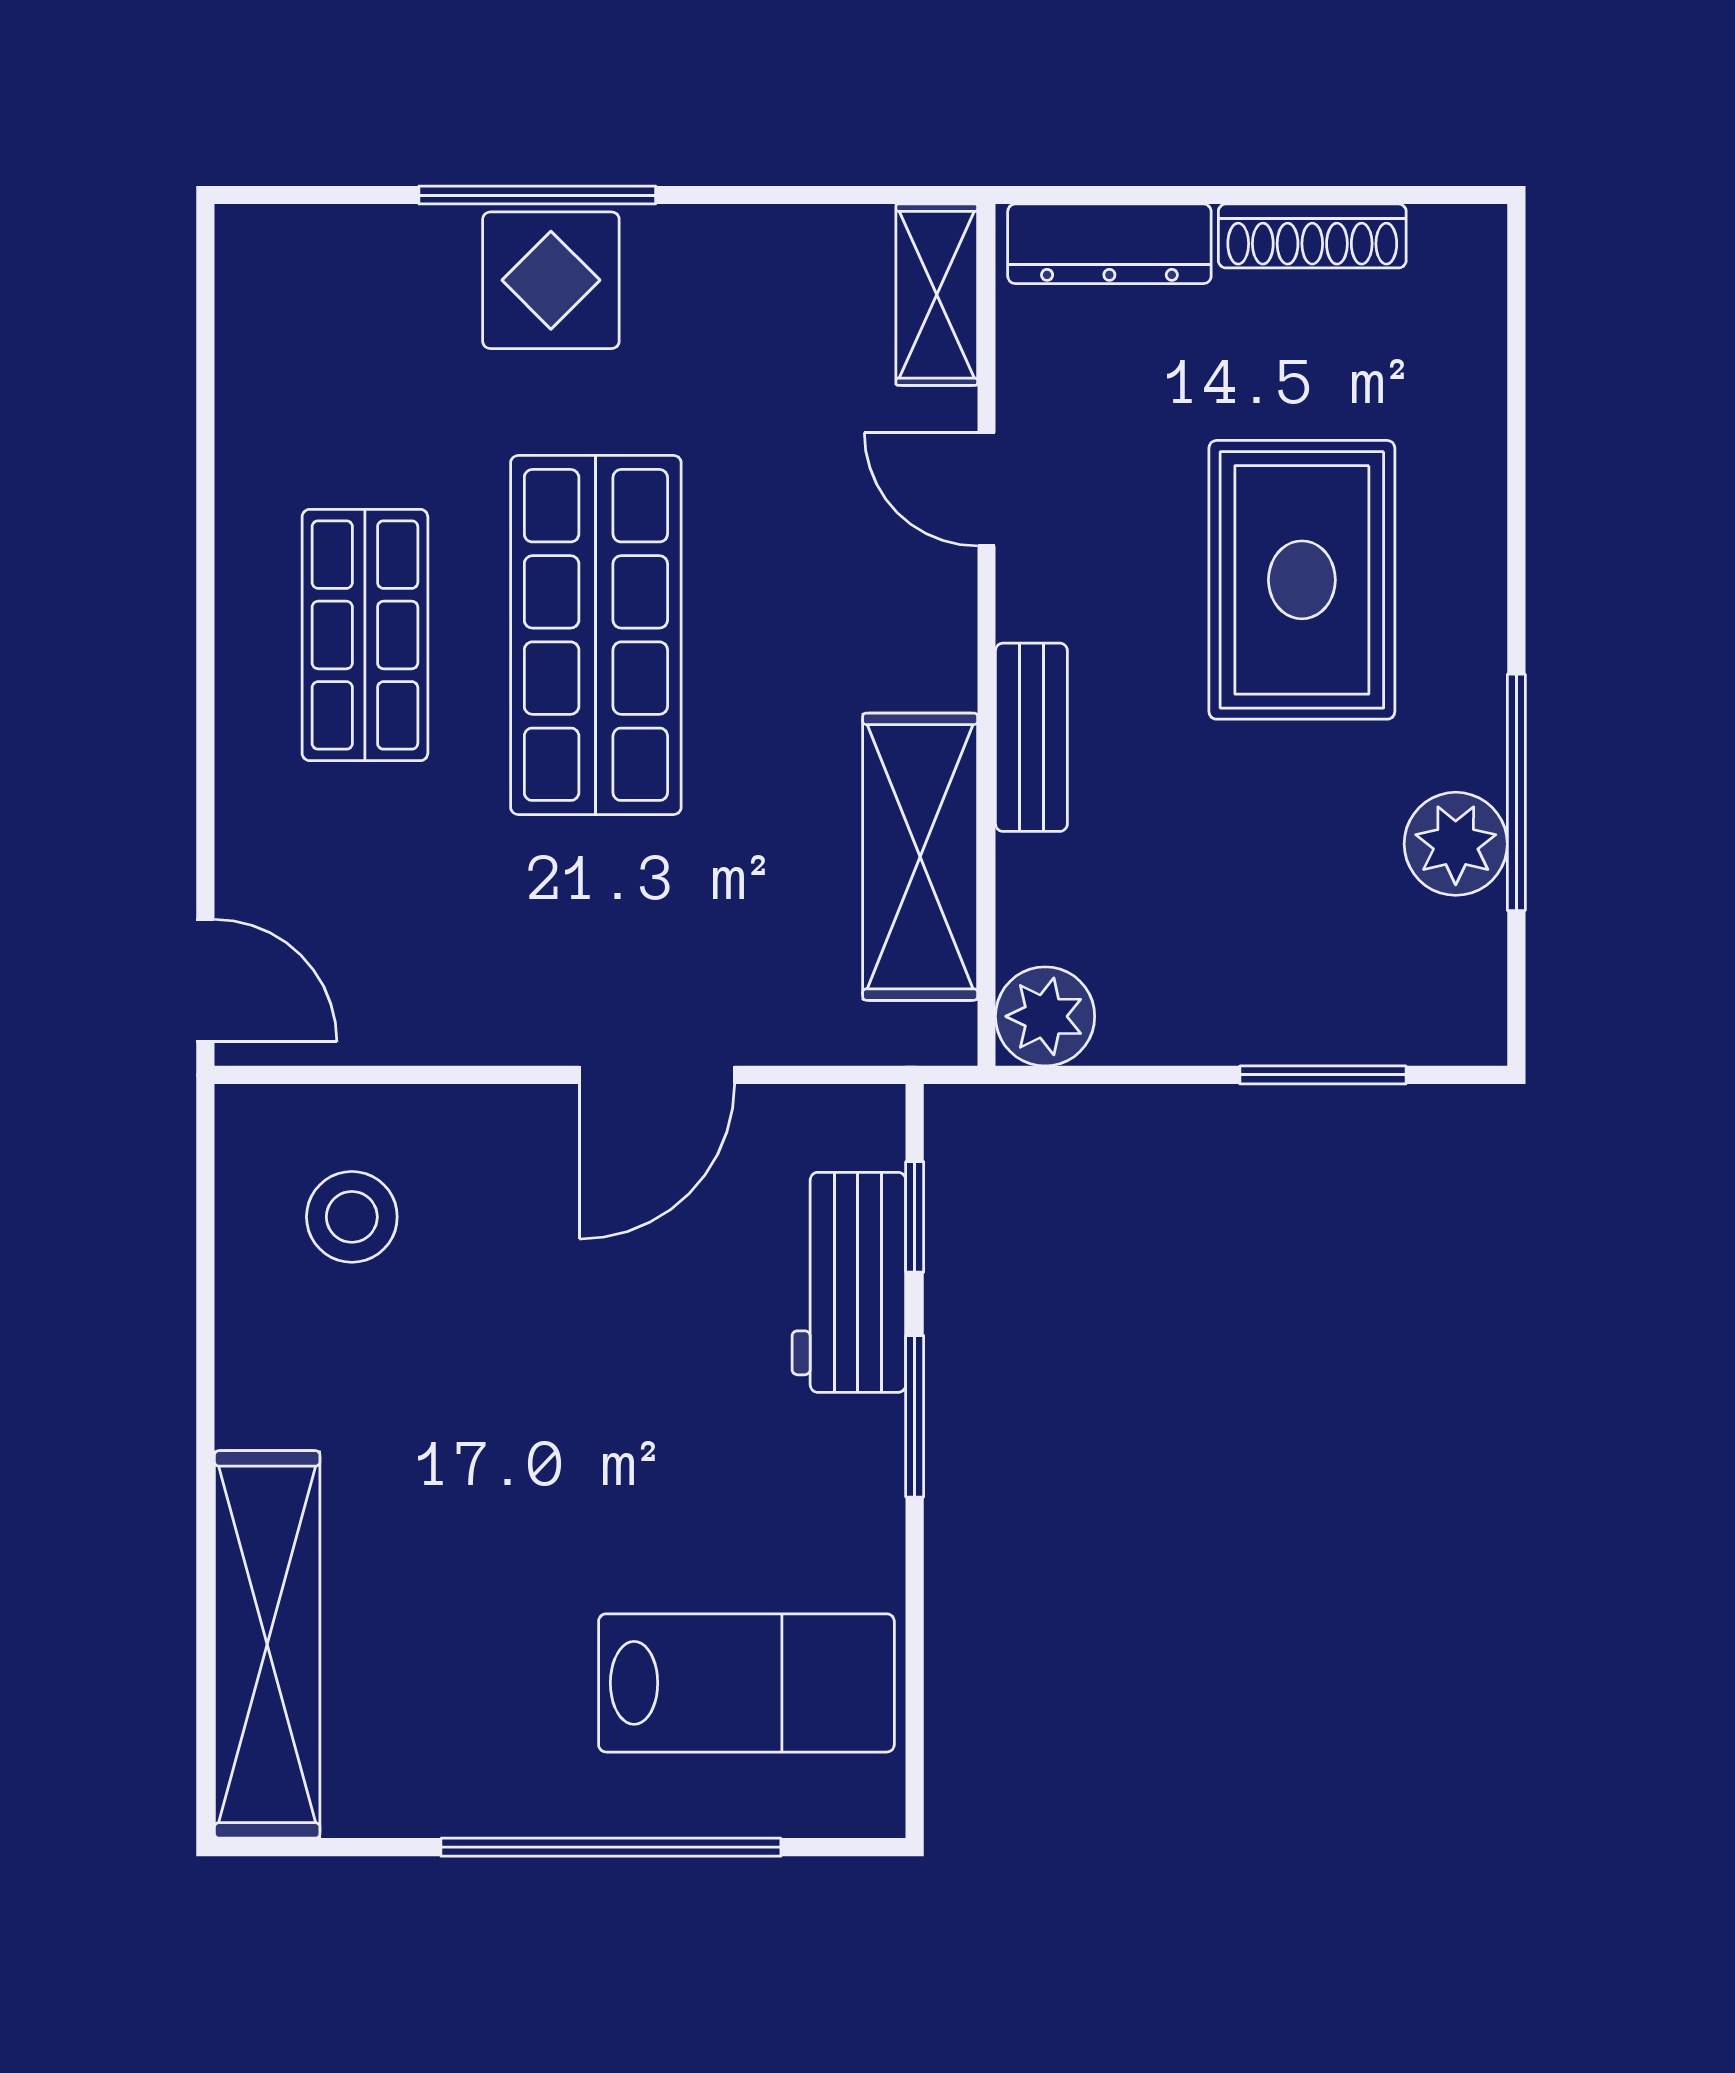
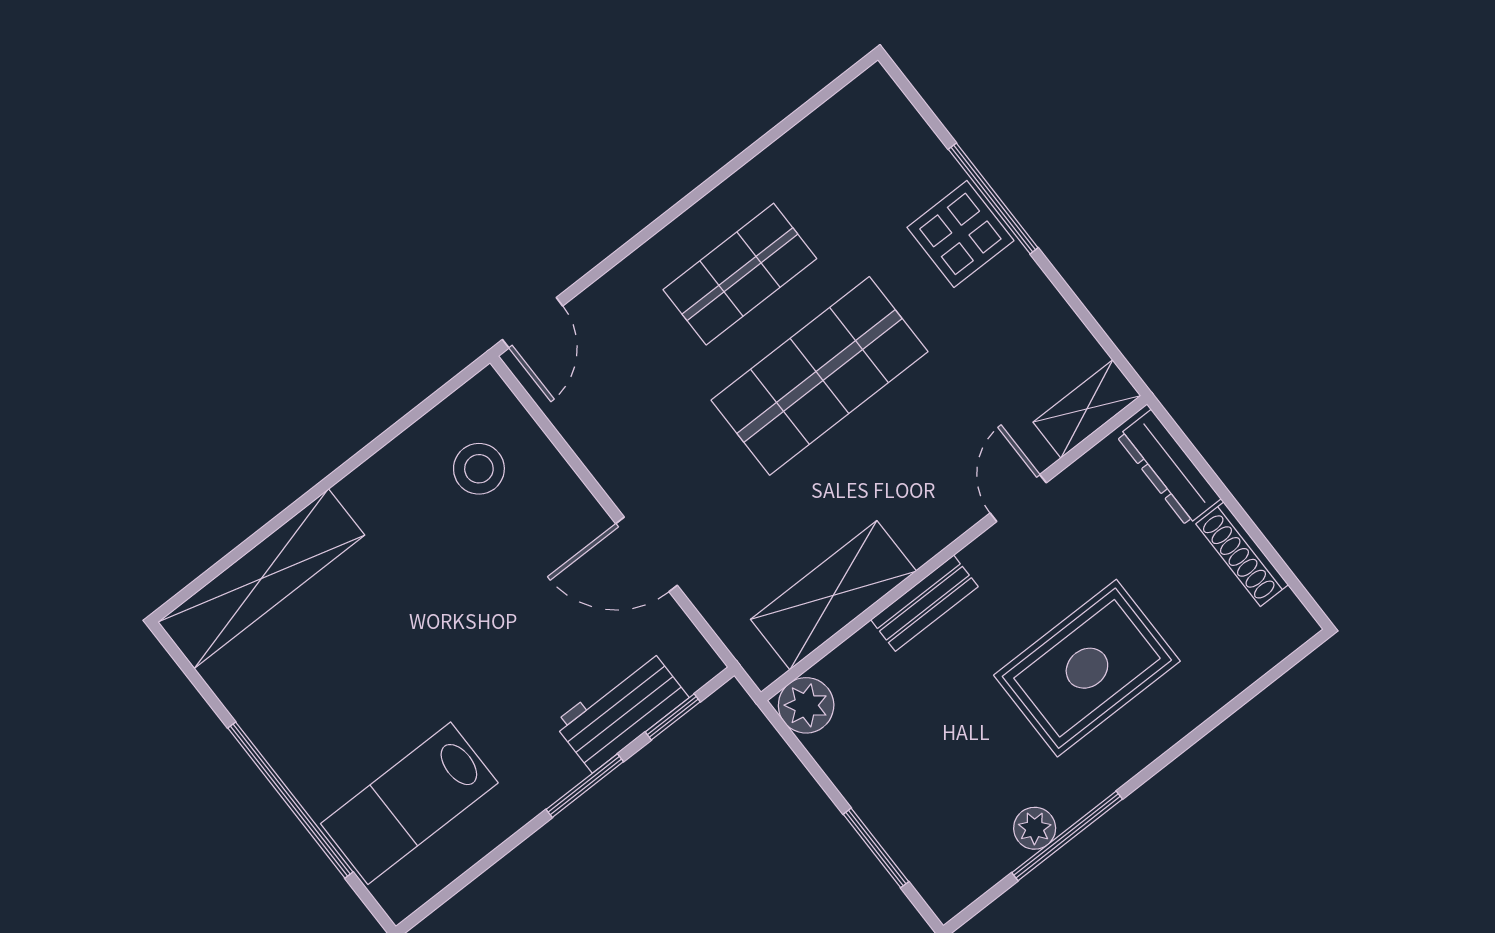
plant: (1456, 844) -> (1035, 828), width x0.73, depth x0.73
lab bench: (746, 1683) -> (409, 803), turned 90

